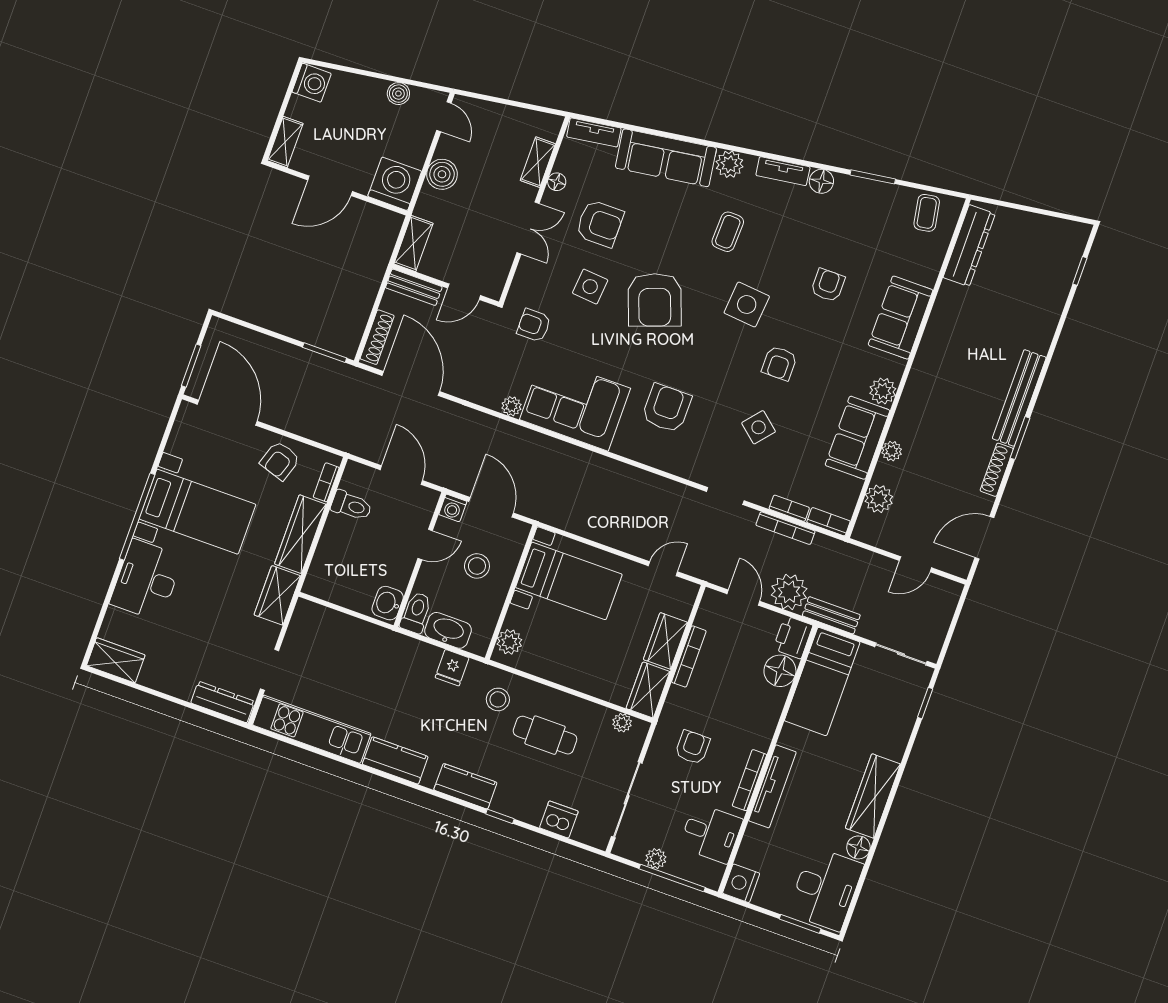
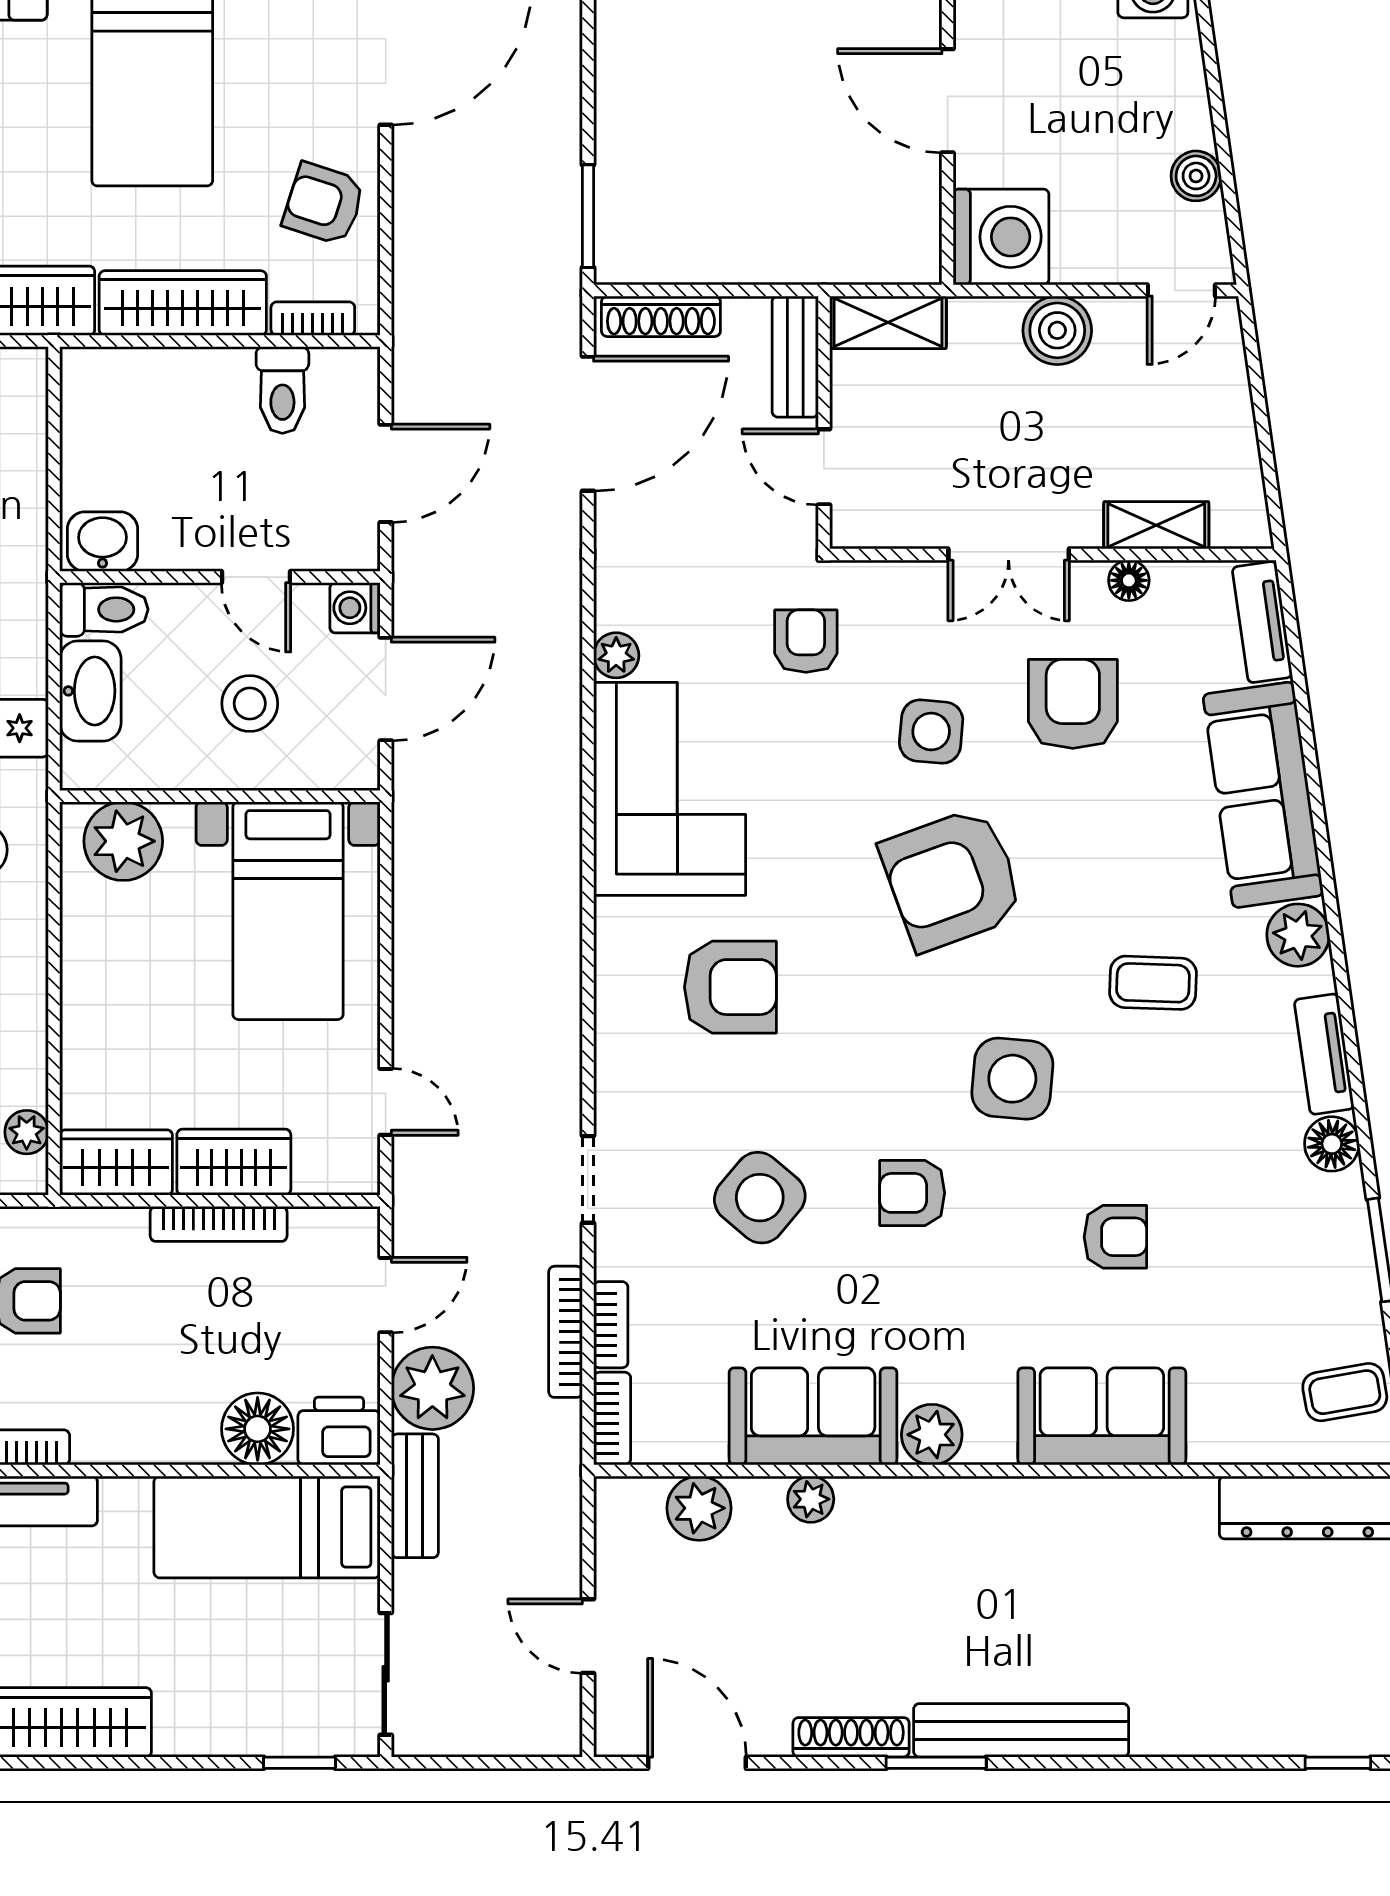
armchair: (600, 224) -> (1073, 704), turned 180
side table: (759, 427) -> (760, 1198), width x1.37, depth x1.37
plant: (509, 642) -> (123, 841), width x1.36, depth x1.36

